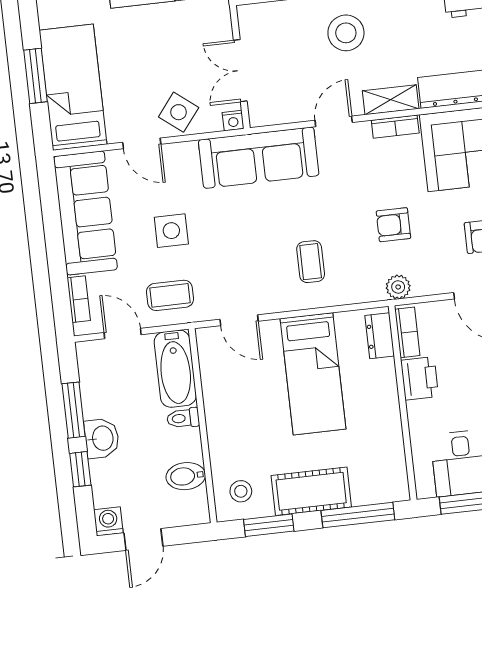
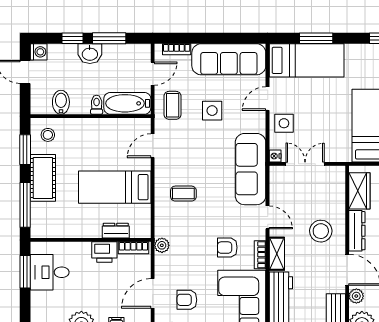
side table: (179, 112) -> (284, 123), turned -38
armchair: (393, 225) -> (227, 248), moved, turned -90
dresser: (380, 336) -> (116, 231), moved

